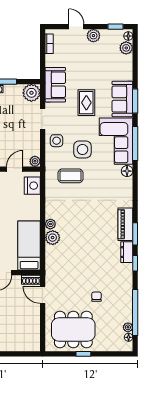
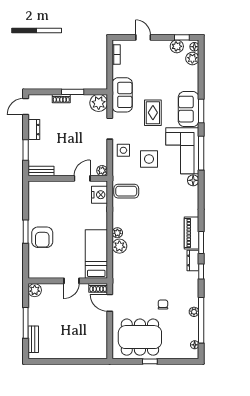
plant: (93, 36) -> (177, 46), moved
coffee table: (71, 176) -> (126, 191), moved
plant: (128, 327) -> (194, 312), moved

